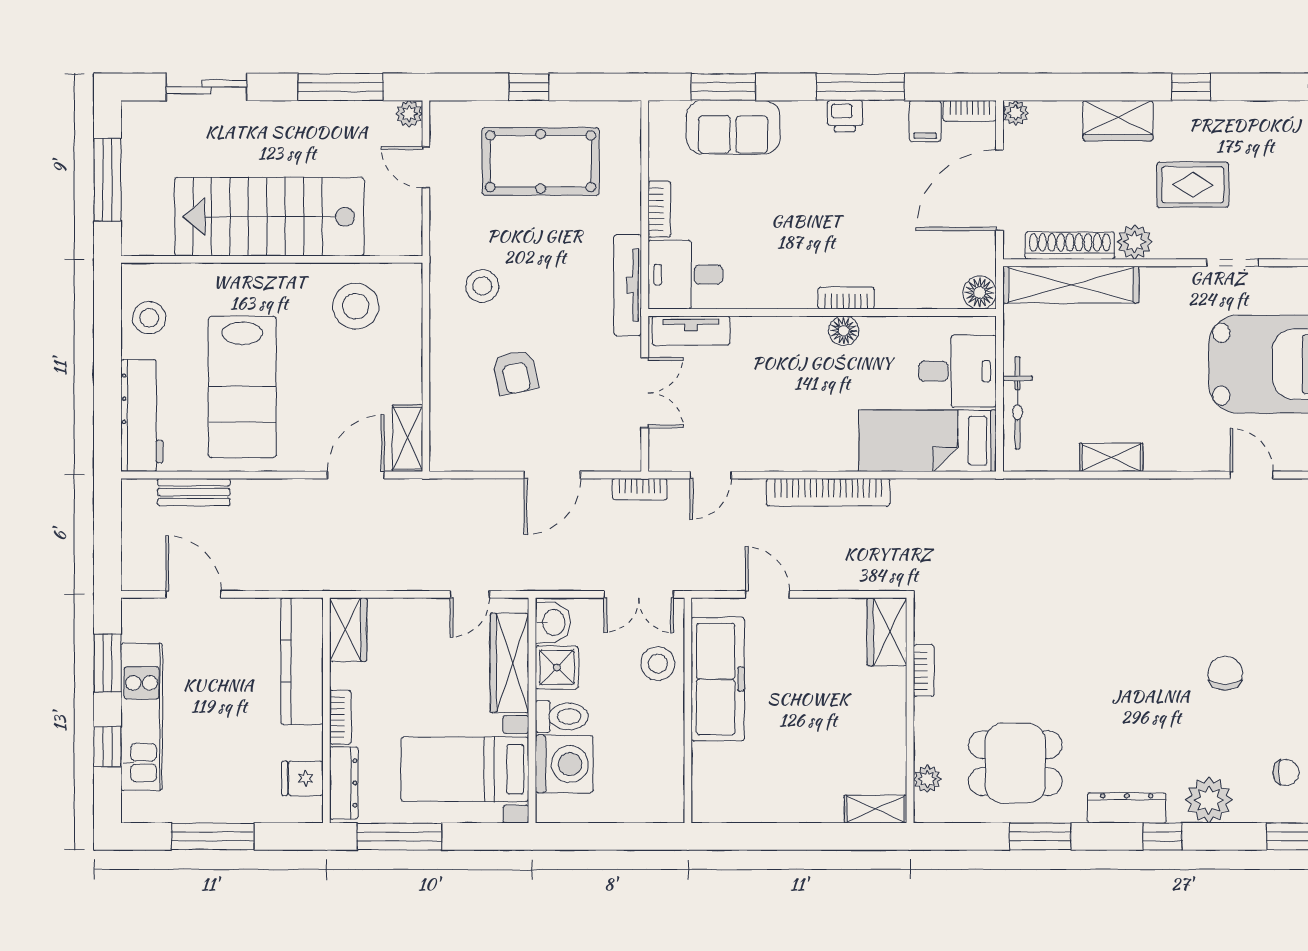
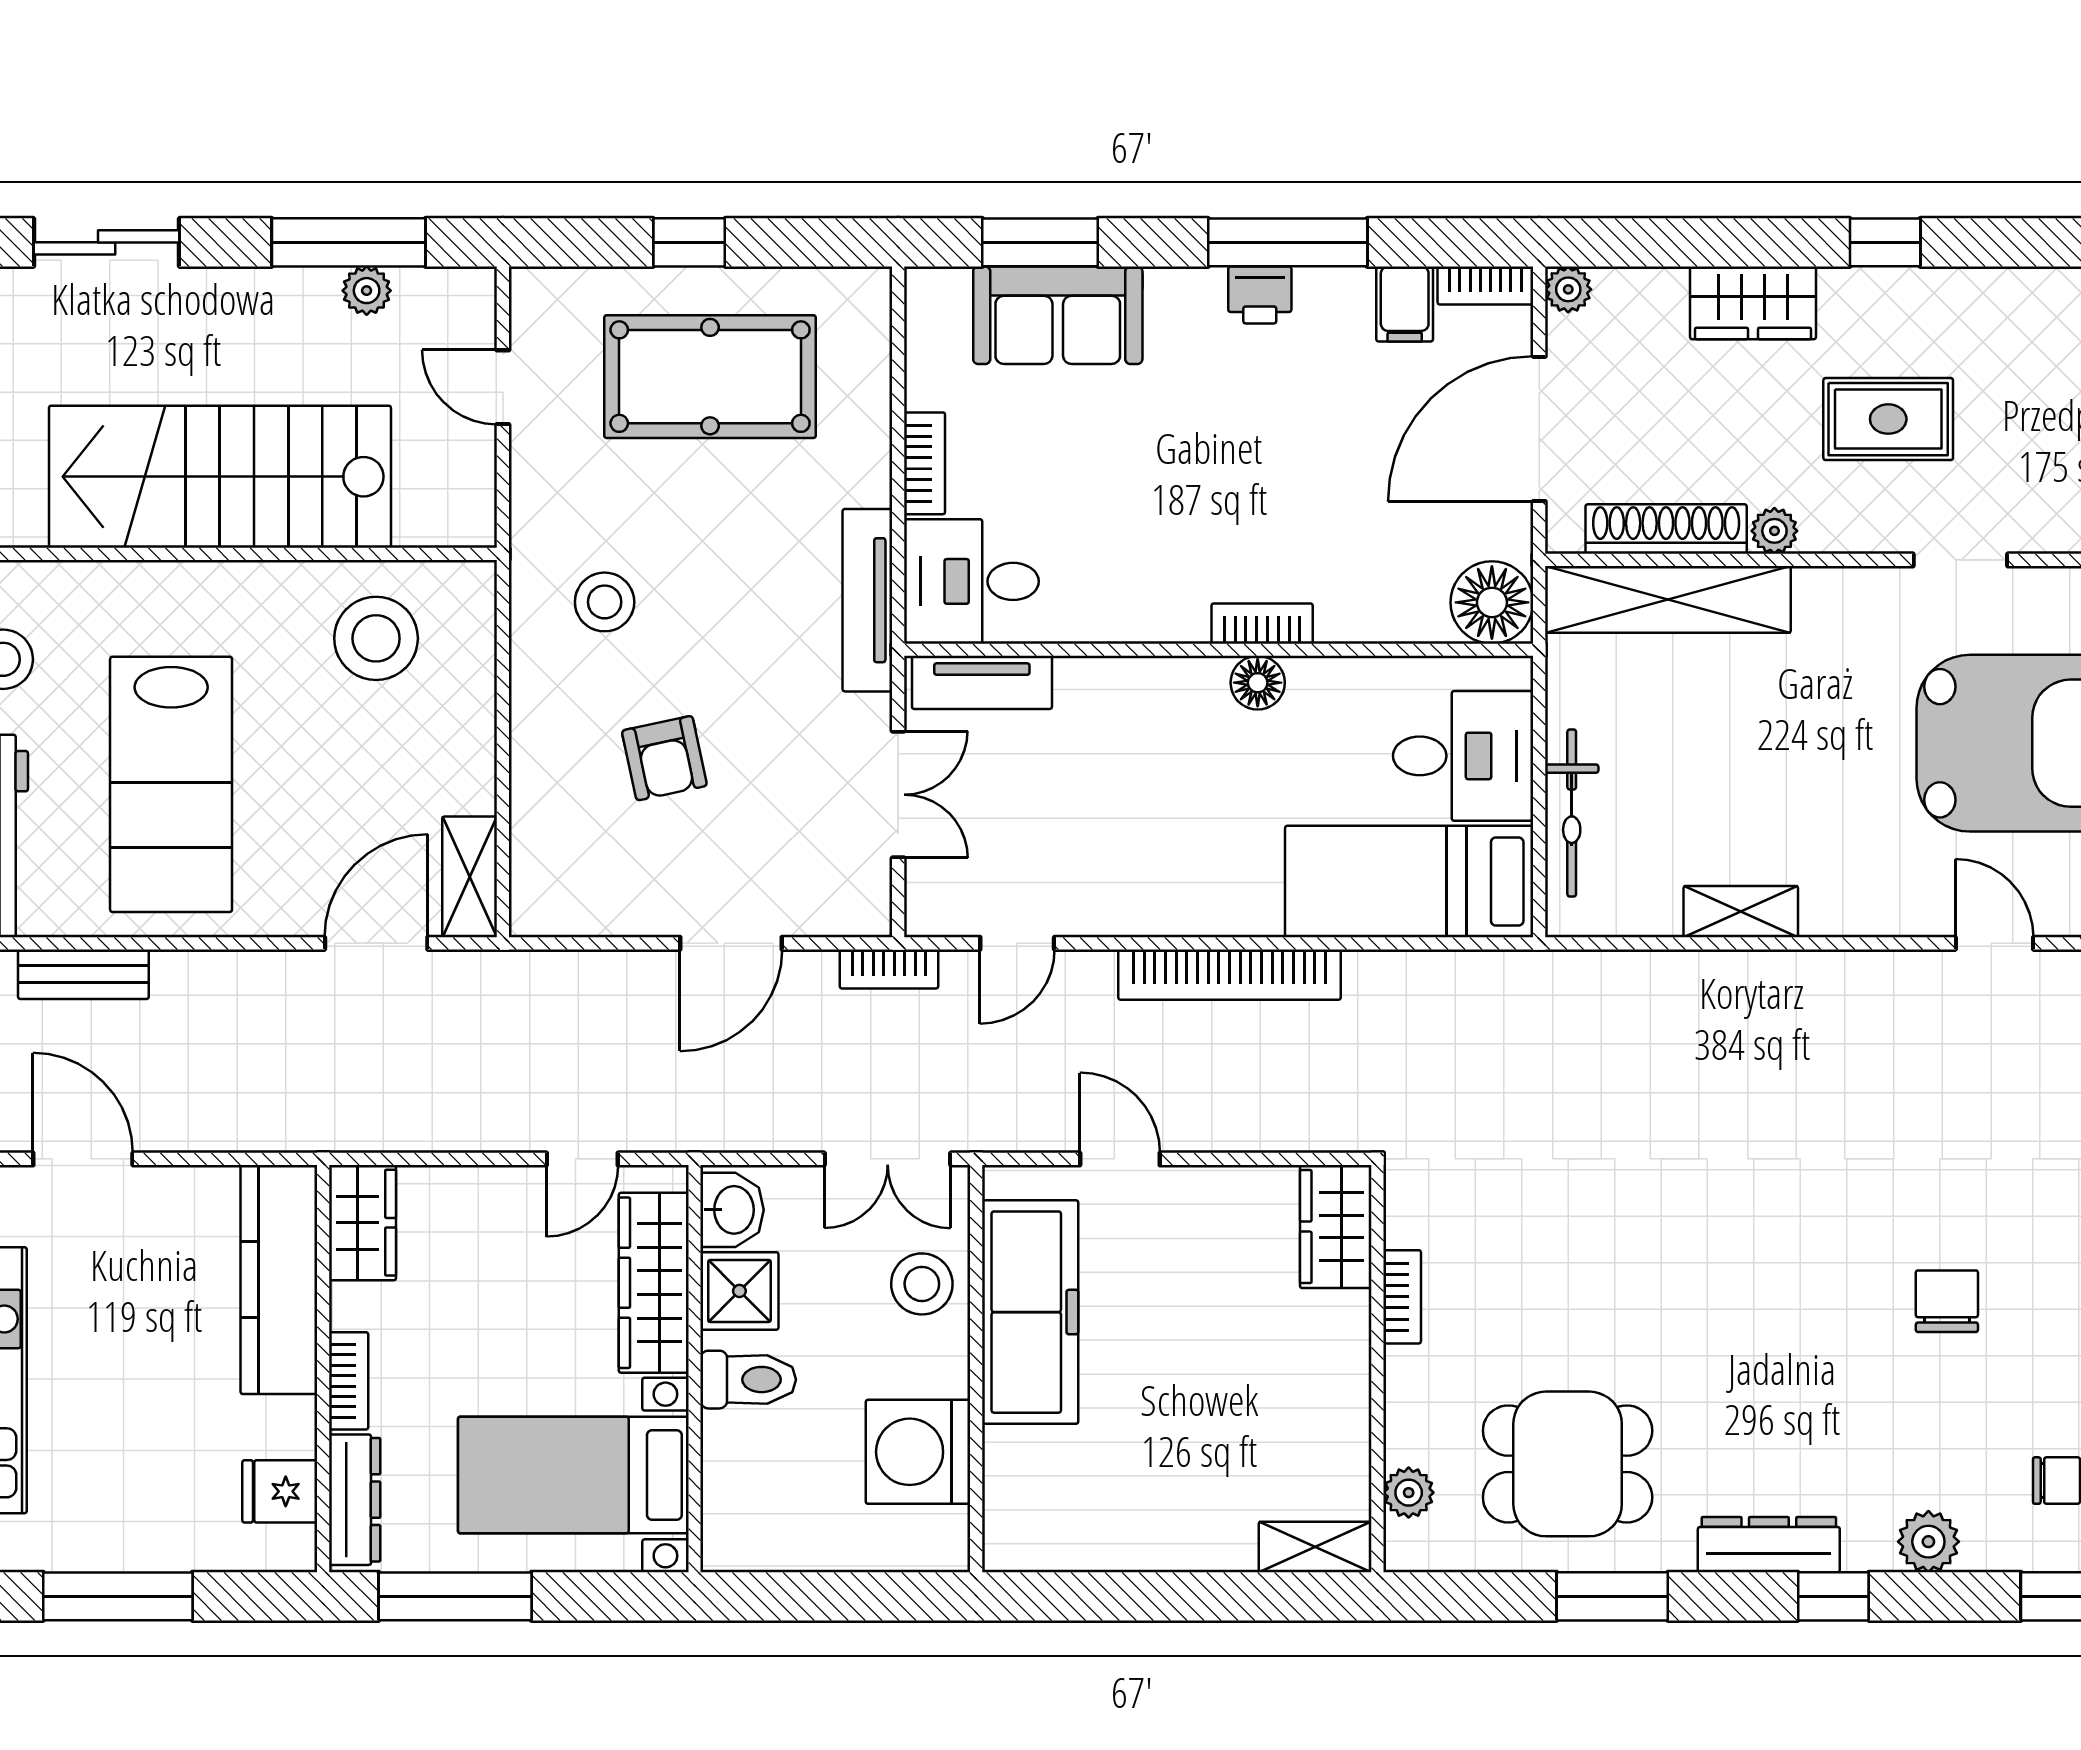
plant: (409, 114) -> (367, 291), moved
plant: (1135, 242) -> (1774, 531), width x0.73, depth x0.73
floor lamp: (980, 293) -> (1492, 602), width x1.38, depth x1.38
washing machine: (564, 764) -> (918, 1452), moved, turned 180
plant: (1209, 800) -> (1928, 1542), width x0.73, depth x0.73

